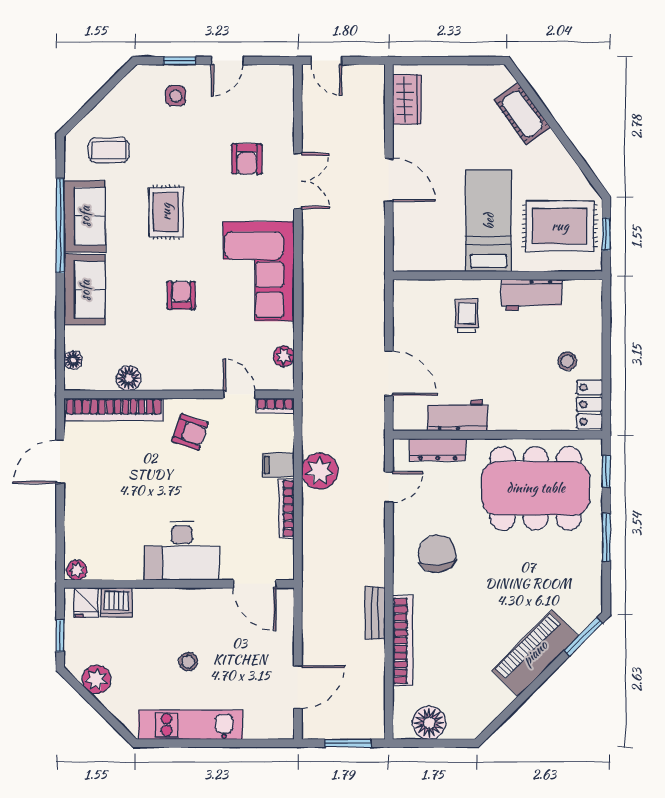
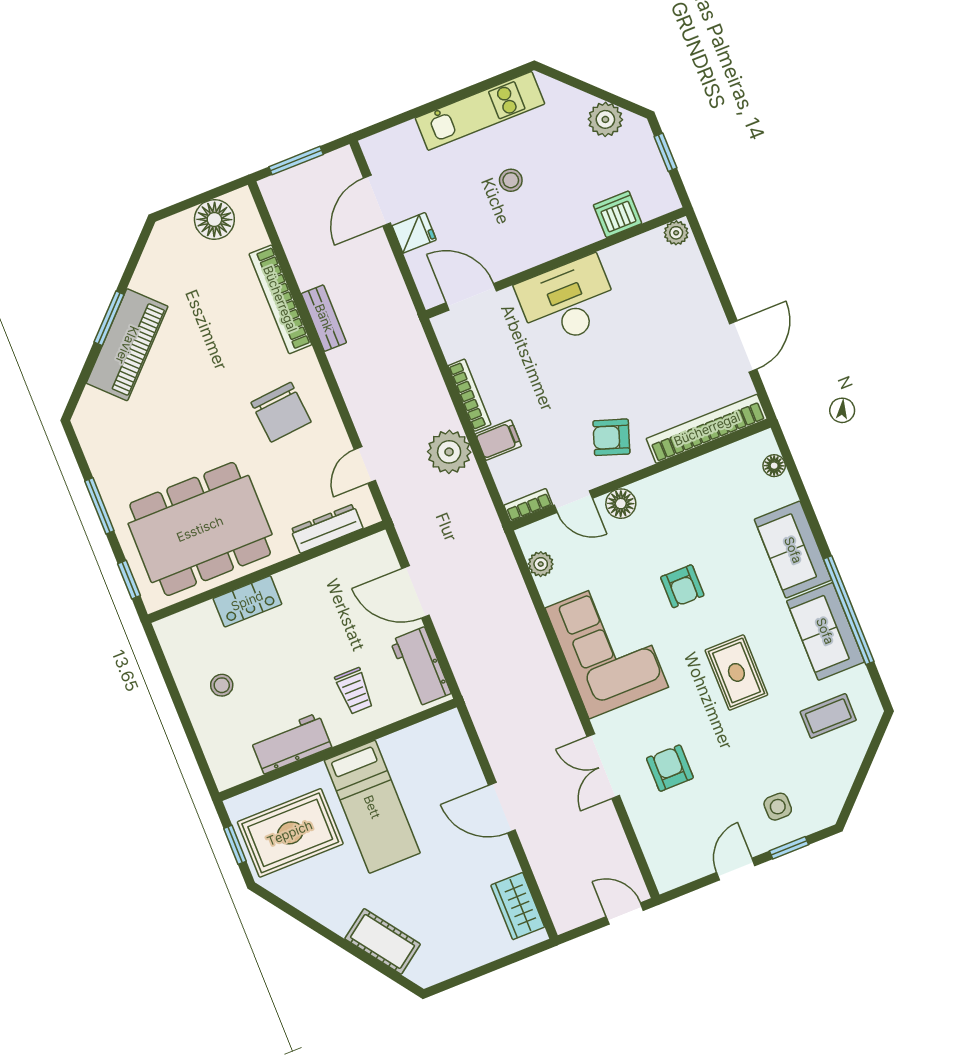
floor lamp: (129, 378) -> (621, 504), moved
locker: (589, 404) -> (247, 601), moved, turned 90
workbench: (458, 415) -> (421, 667), moved, turned 90
fridge: (86, 603) -> (414, 233), moved, turned 90
window: (583, 637) -> (109, 318), moved

